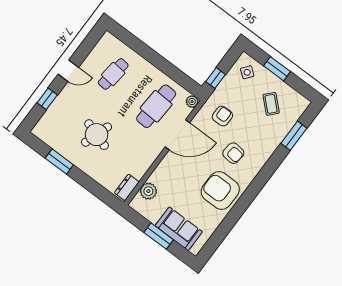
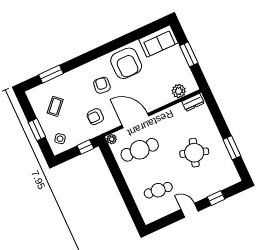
sofa: (179, 229) -> (158, 41), moved, turned -90

